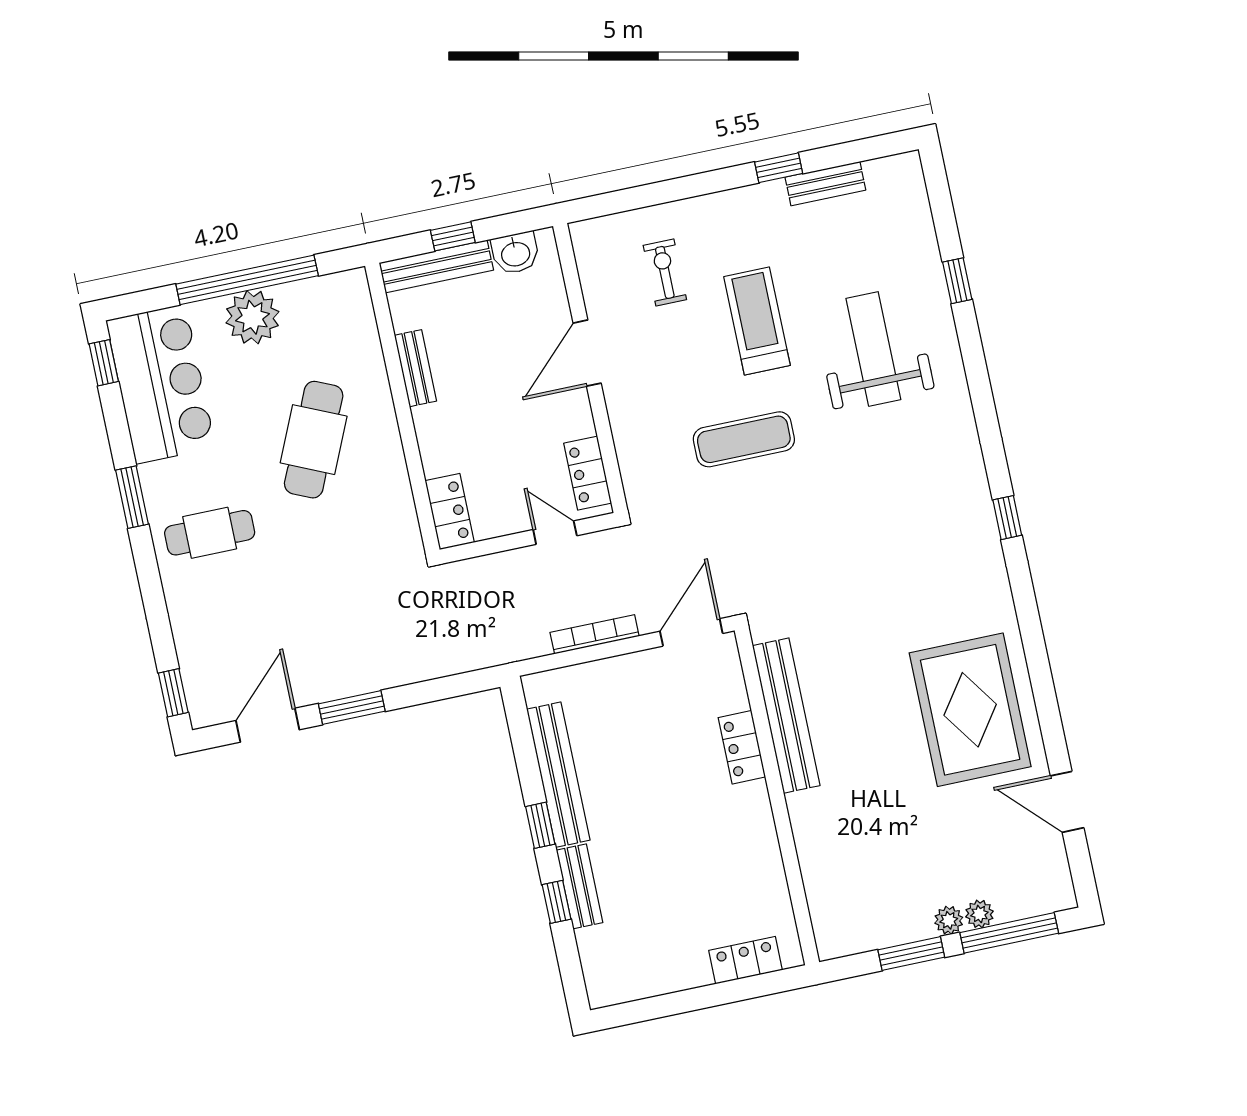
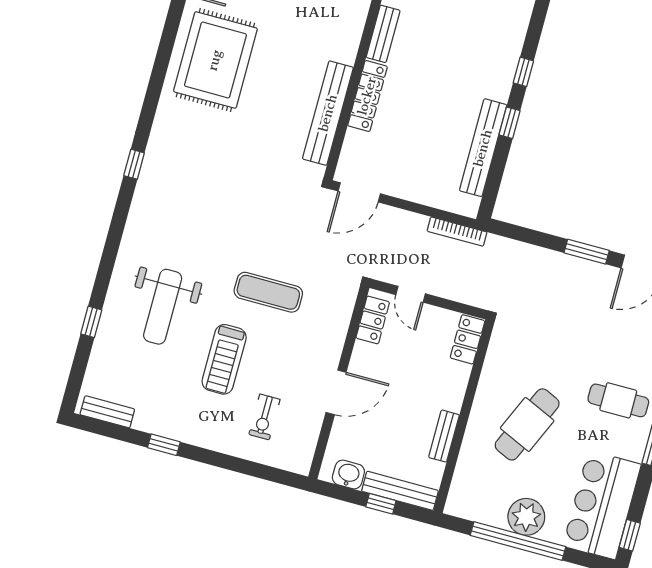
bench: (825, 184) -> (107, 412), moved
bookcase: (595, 634) -> (457, 232), moved
locker: (742, 747) -> (367, 96), width x1.53
bench: (580, 886) -> (383, 34), moved

